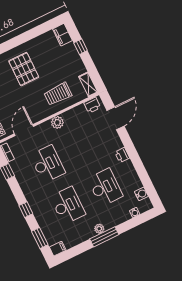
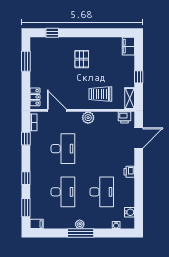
window: (81, 47) -> (139, 77), moved
pallet: (24, 69) -> (82, 59), width x0.67, depth x0.71
door: (24, 130) -> (57, 110), hinge flipped

